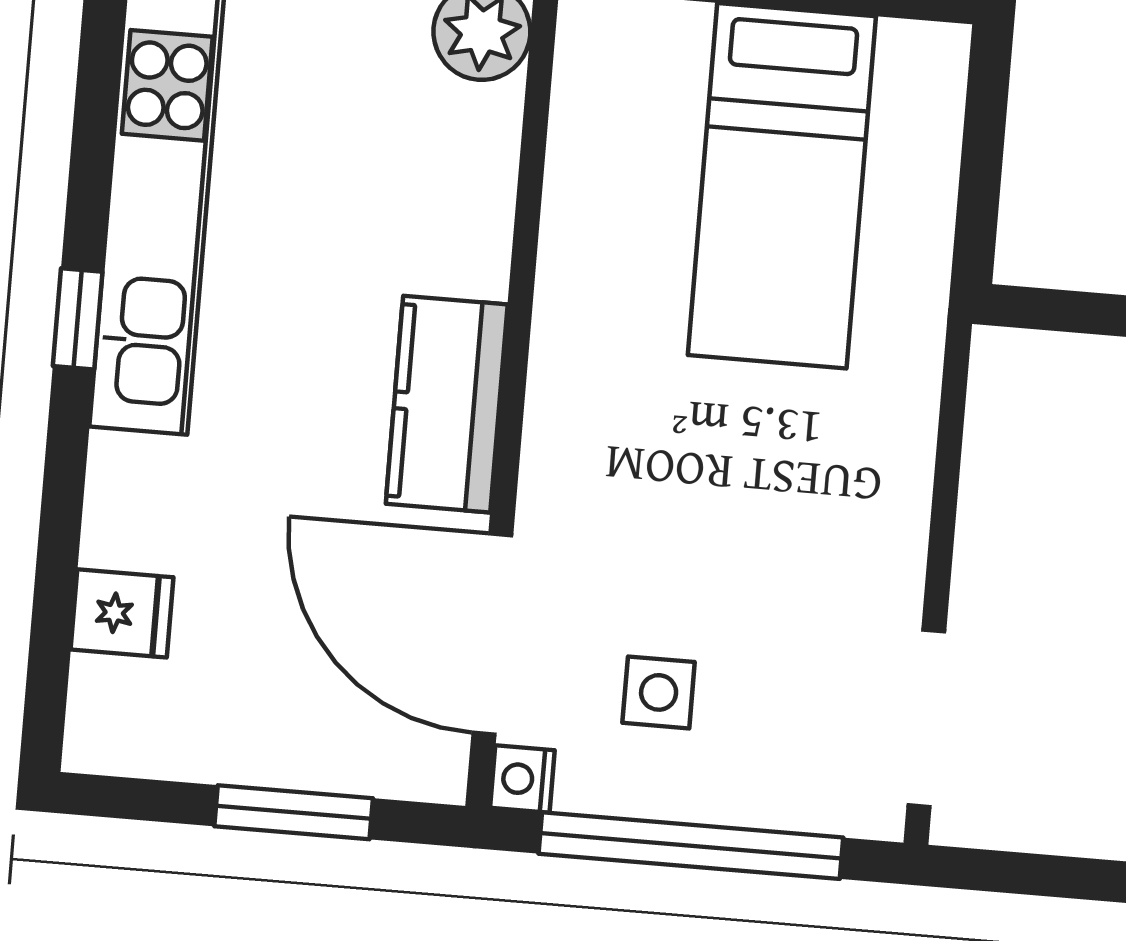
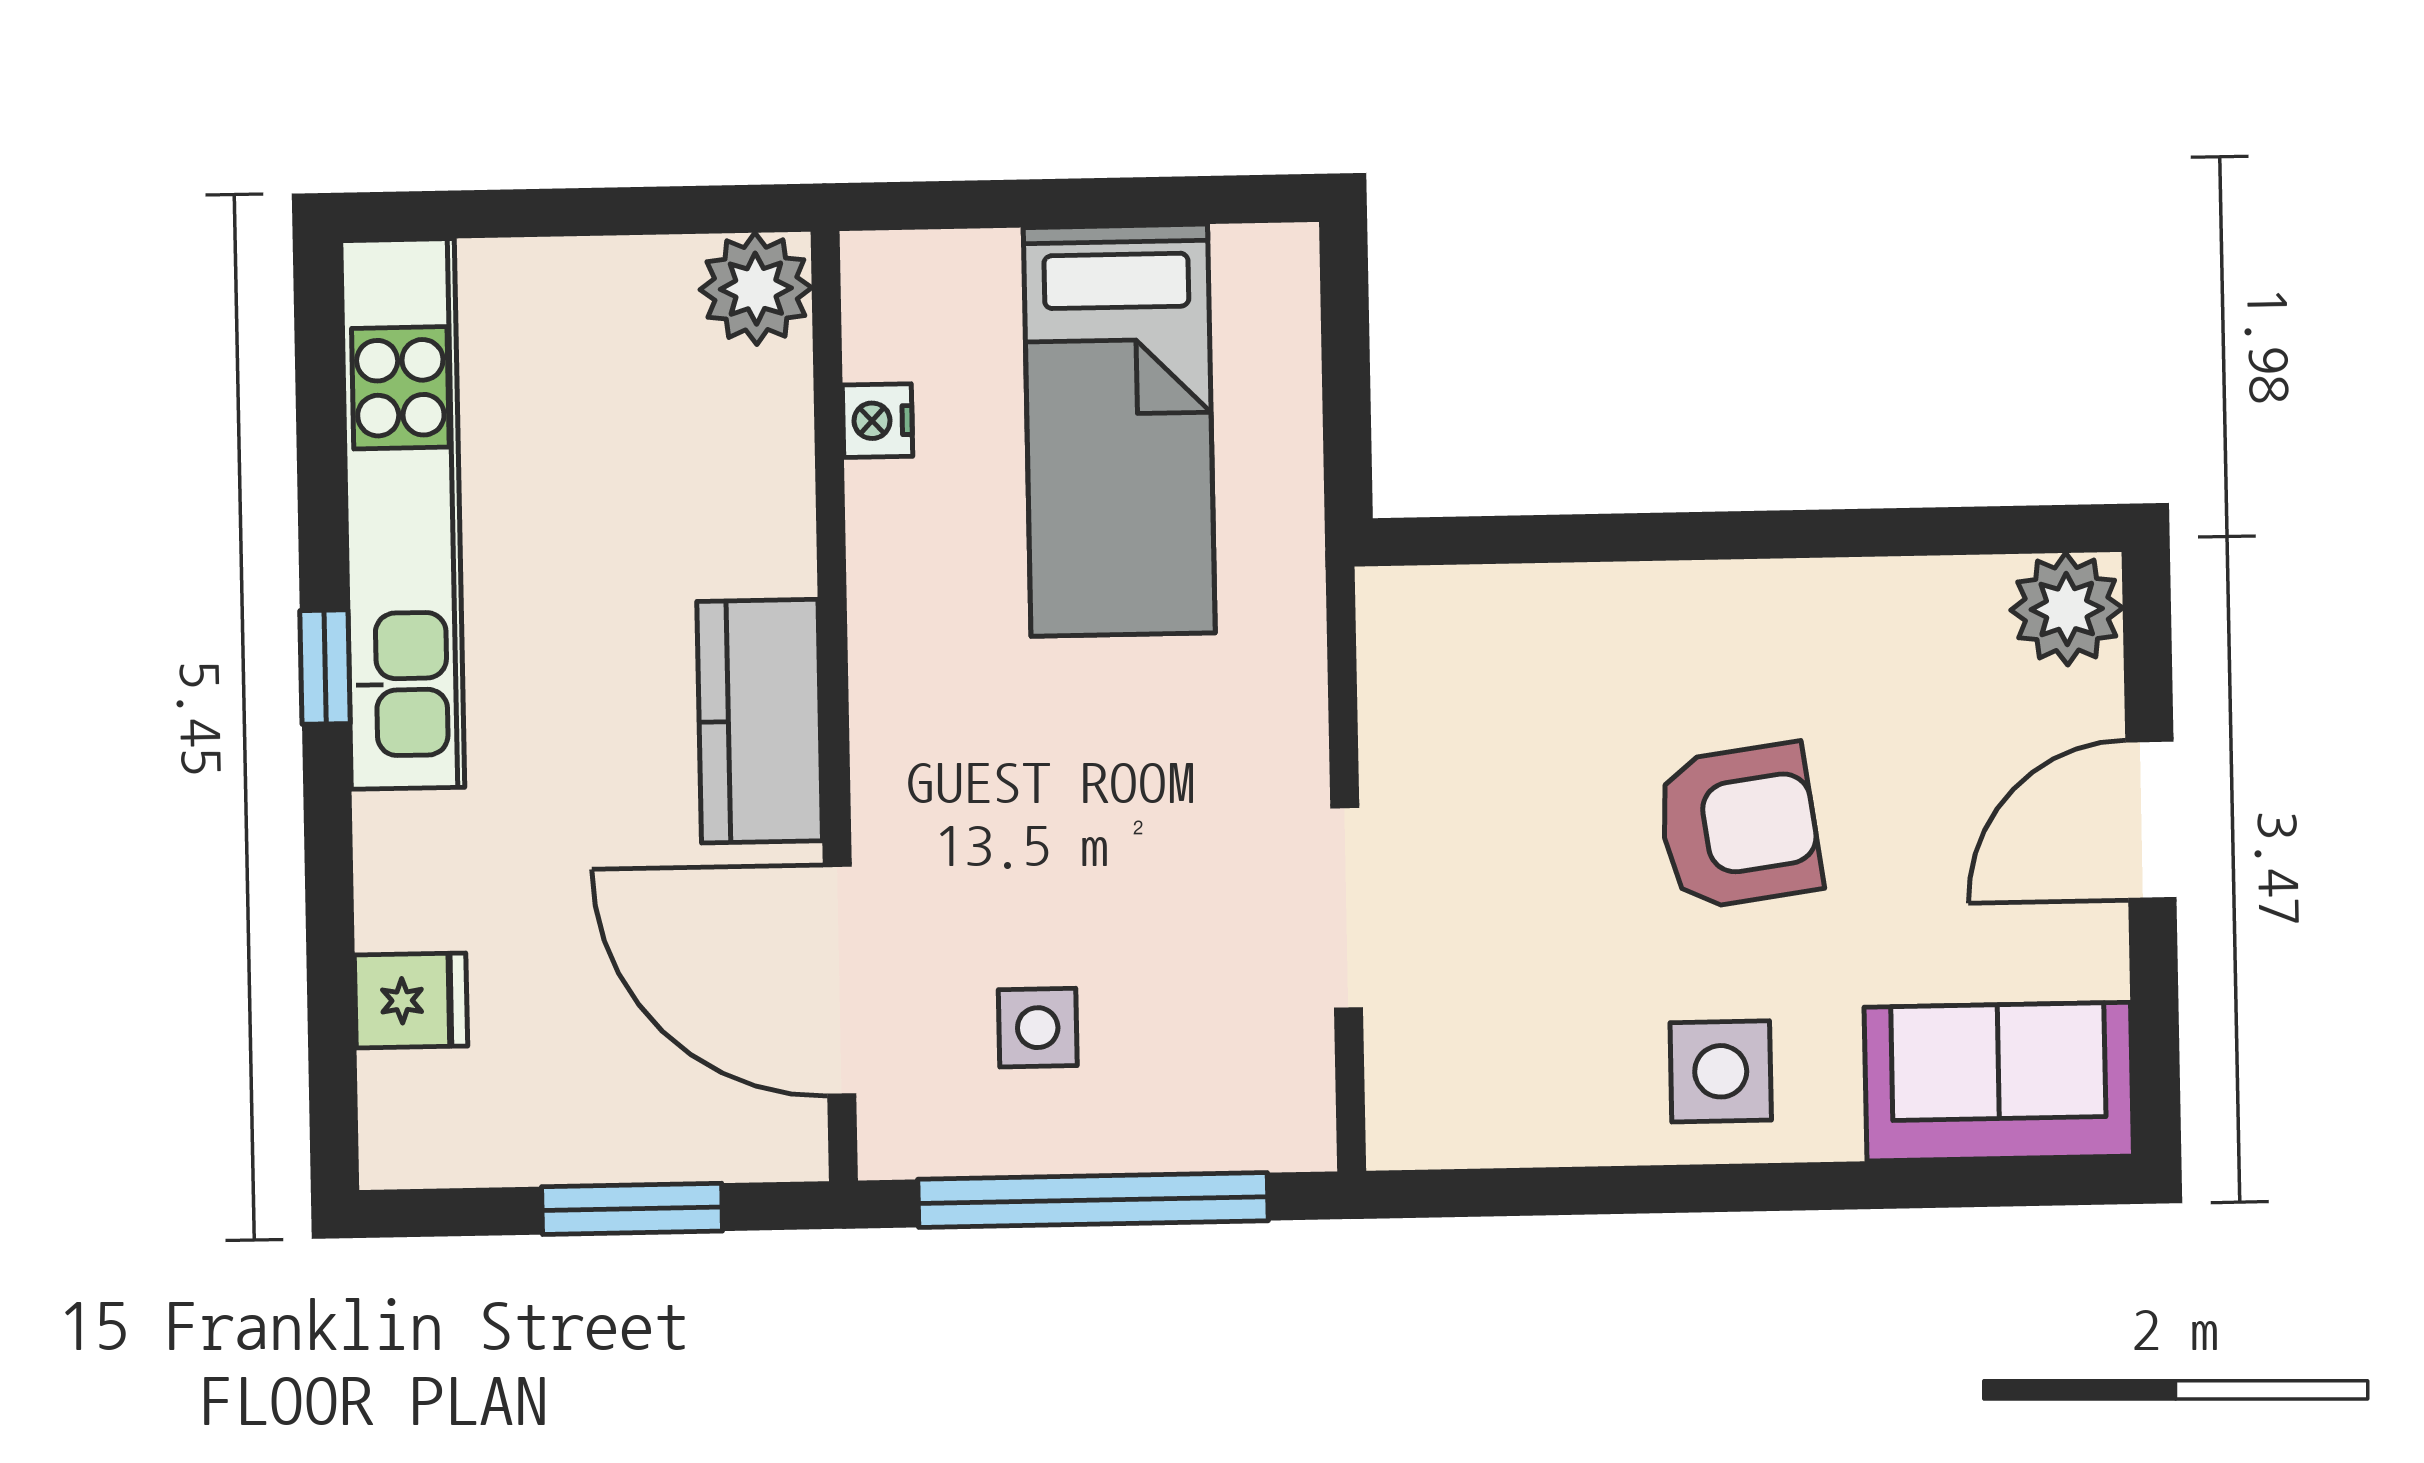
doorway: (926, 718) -> (1347, 908), moved
nightstand: (522, 779) -> (878, 421), moved

